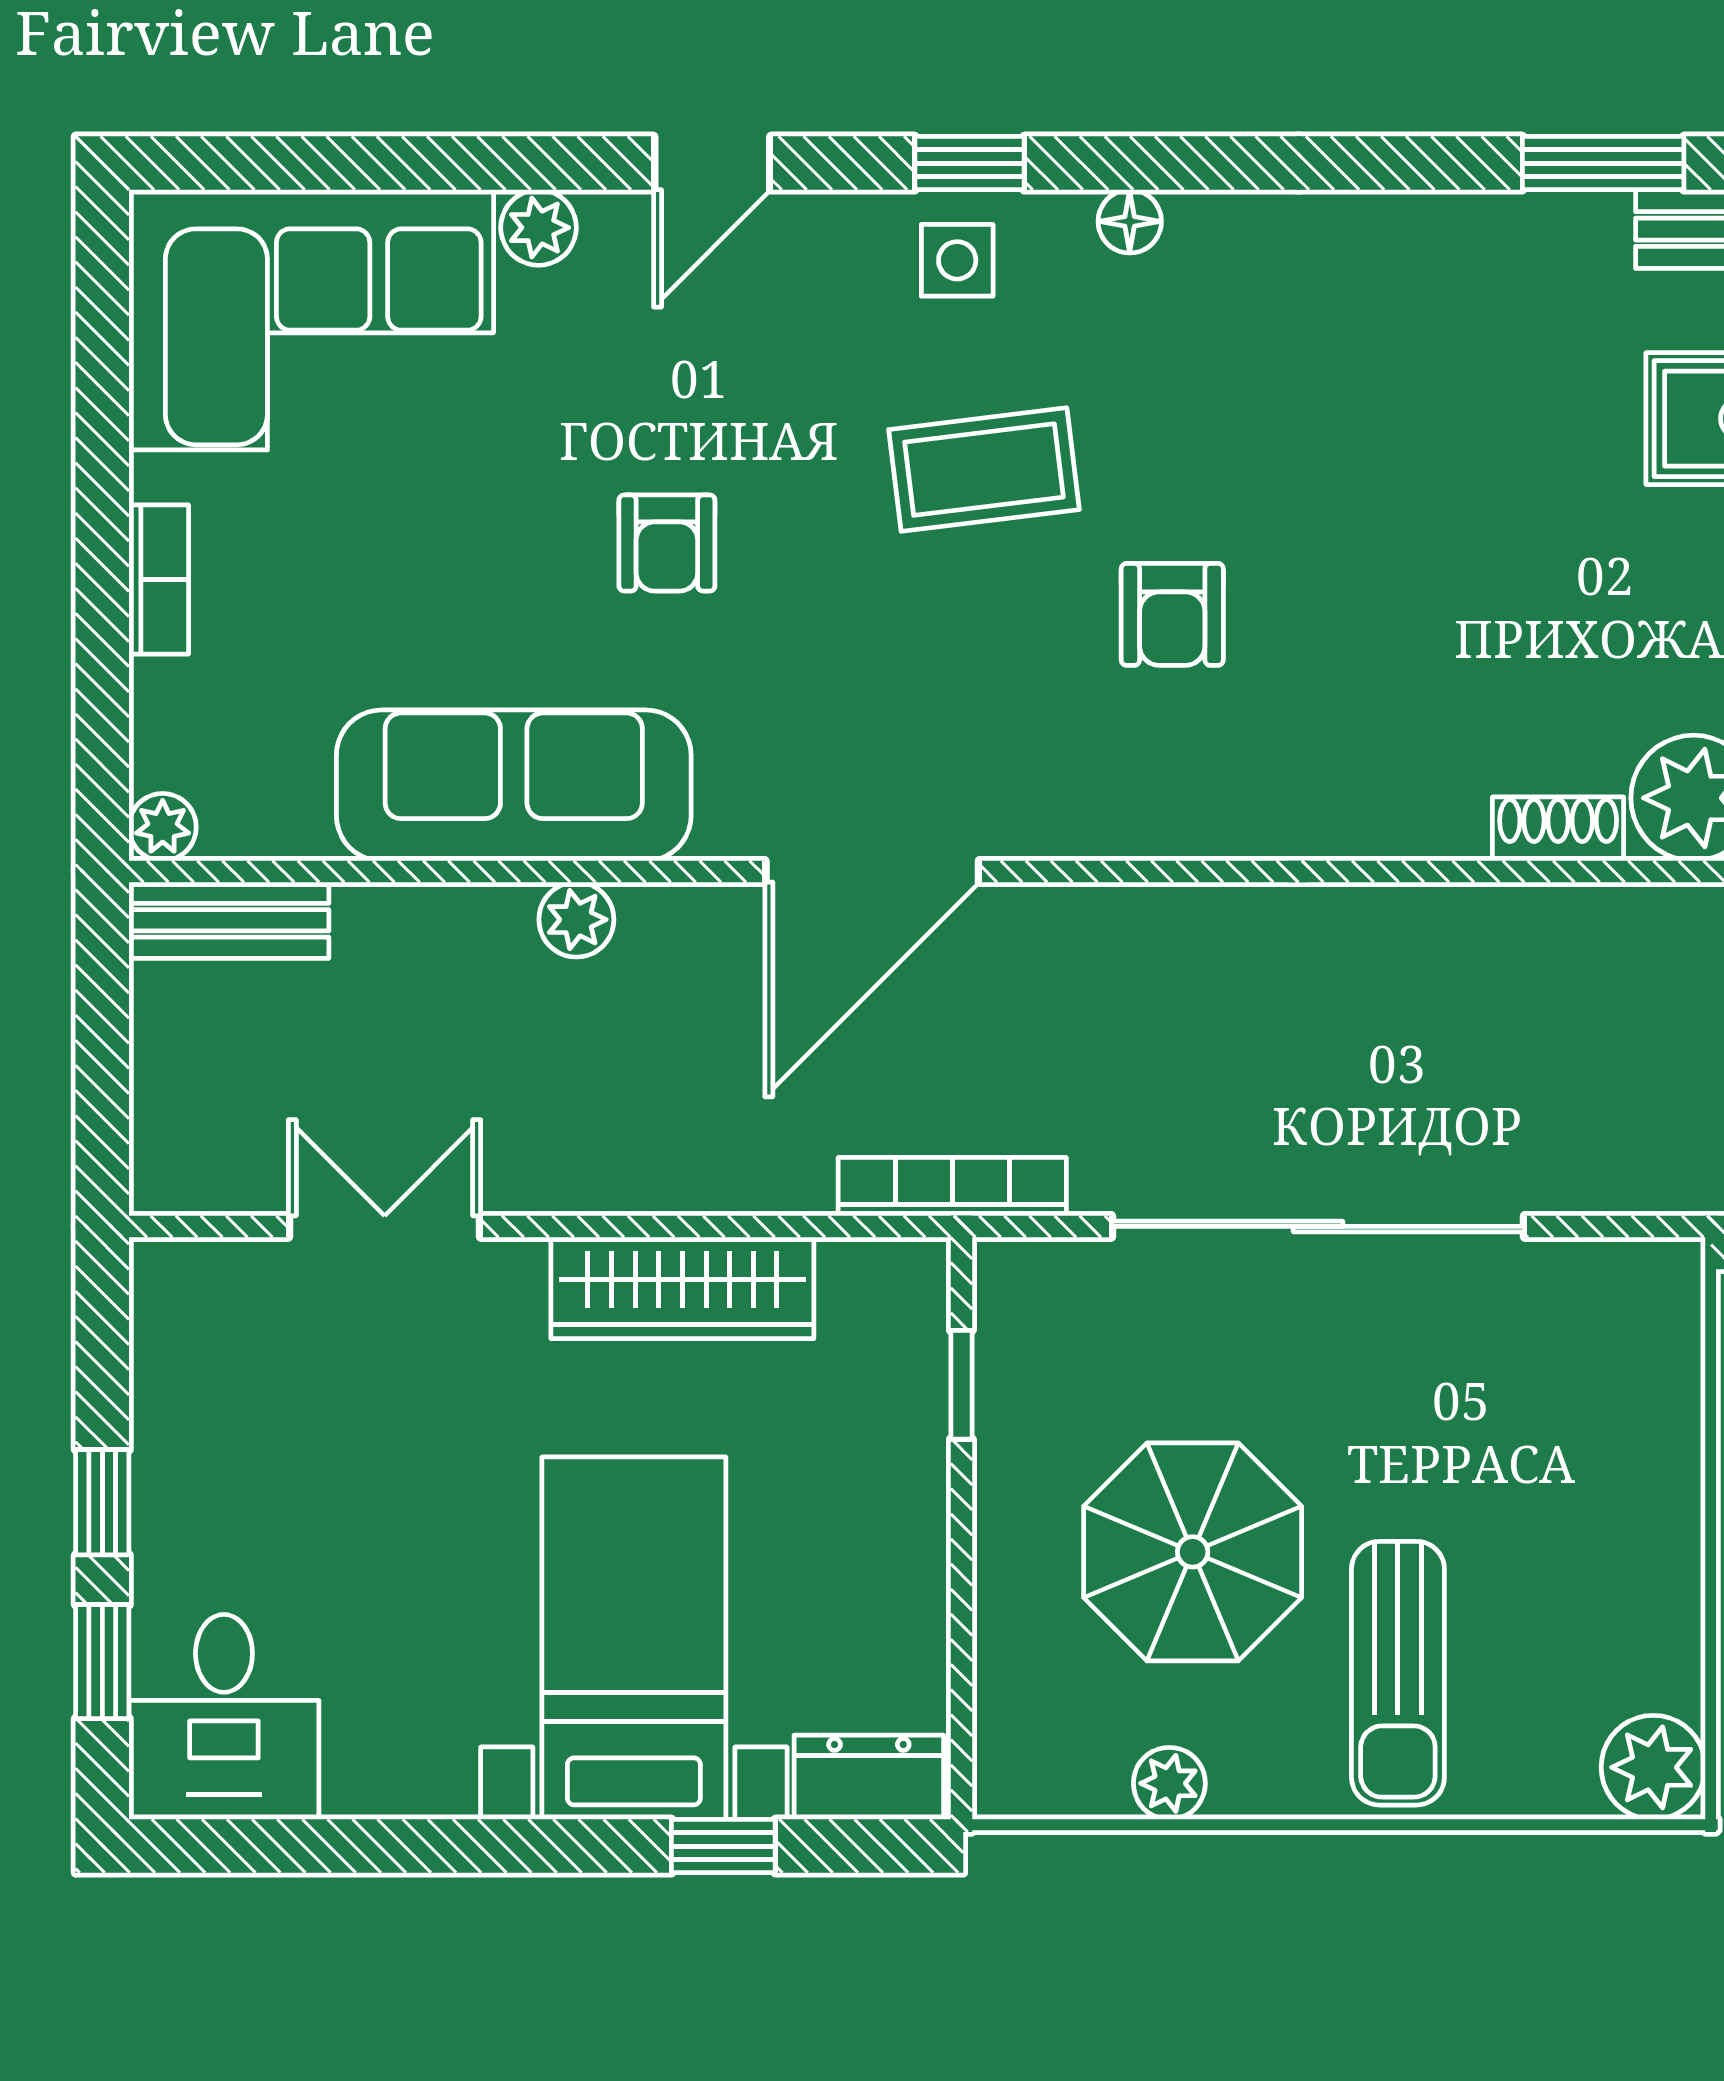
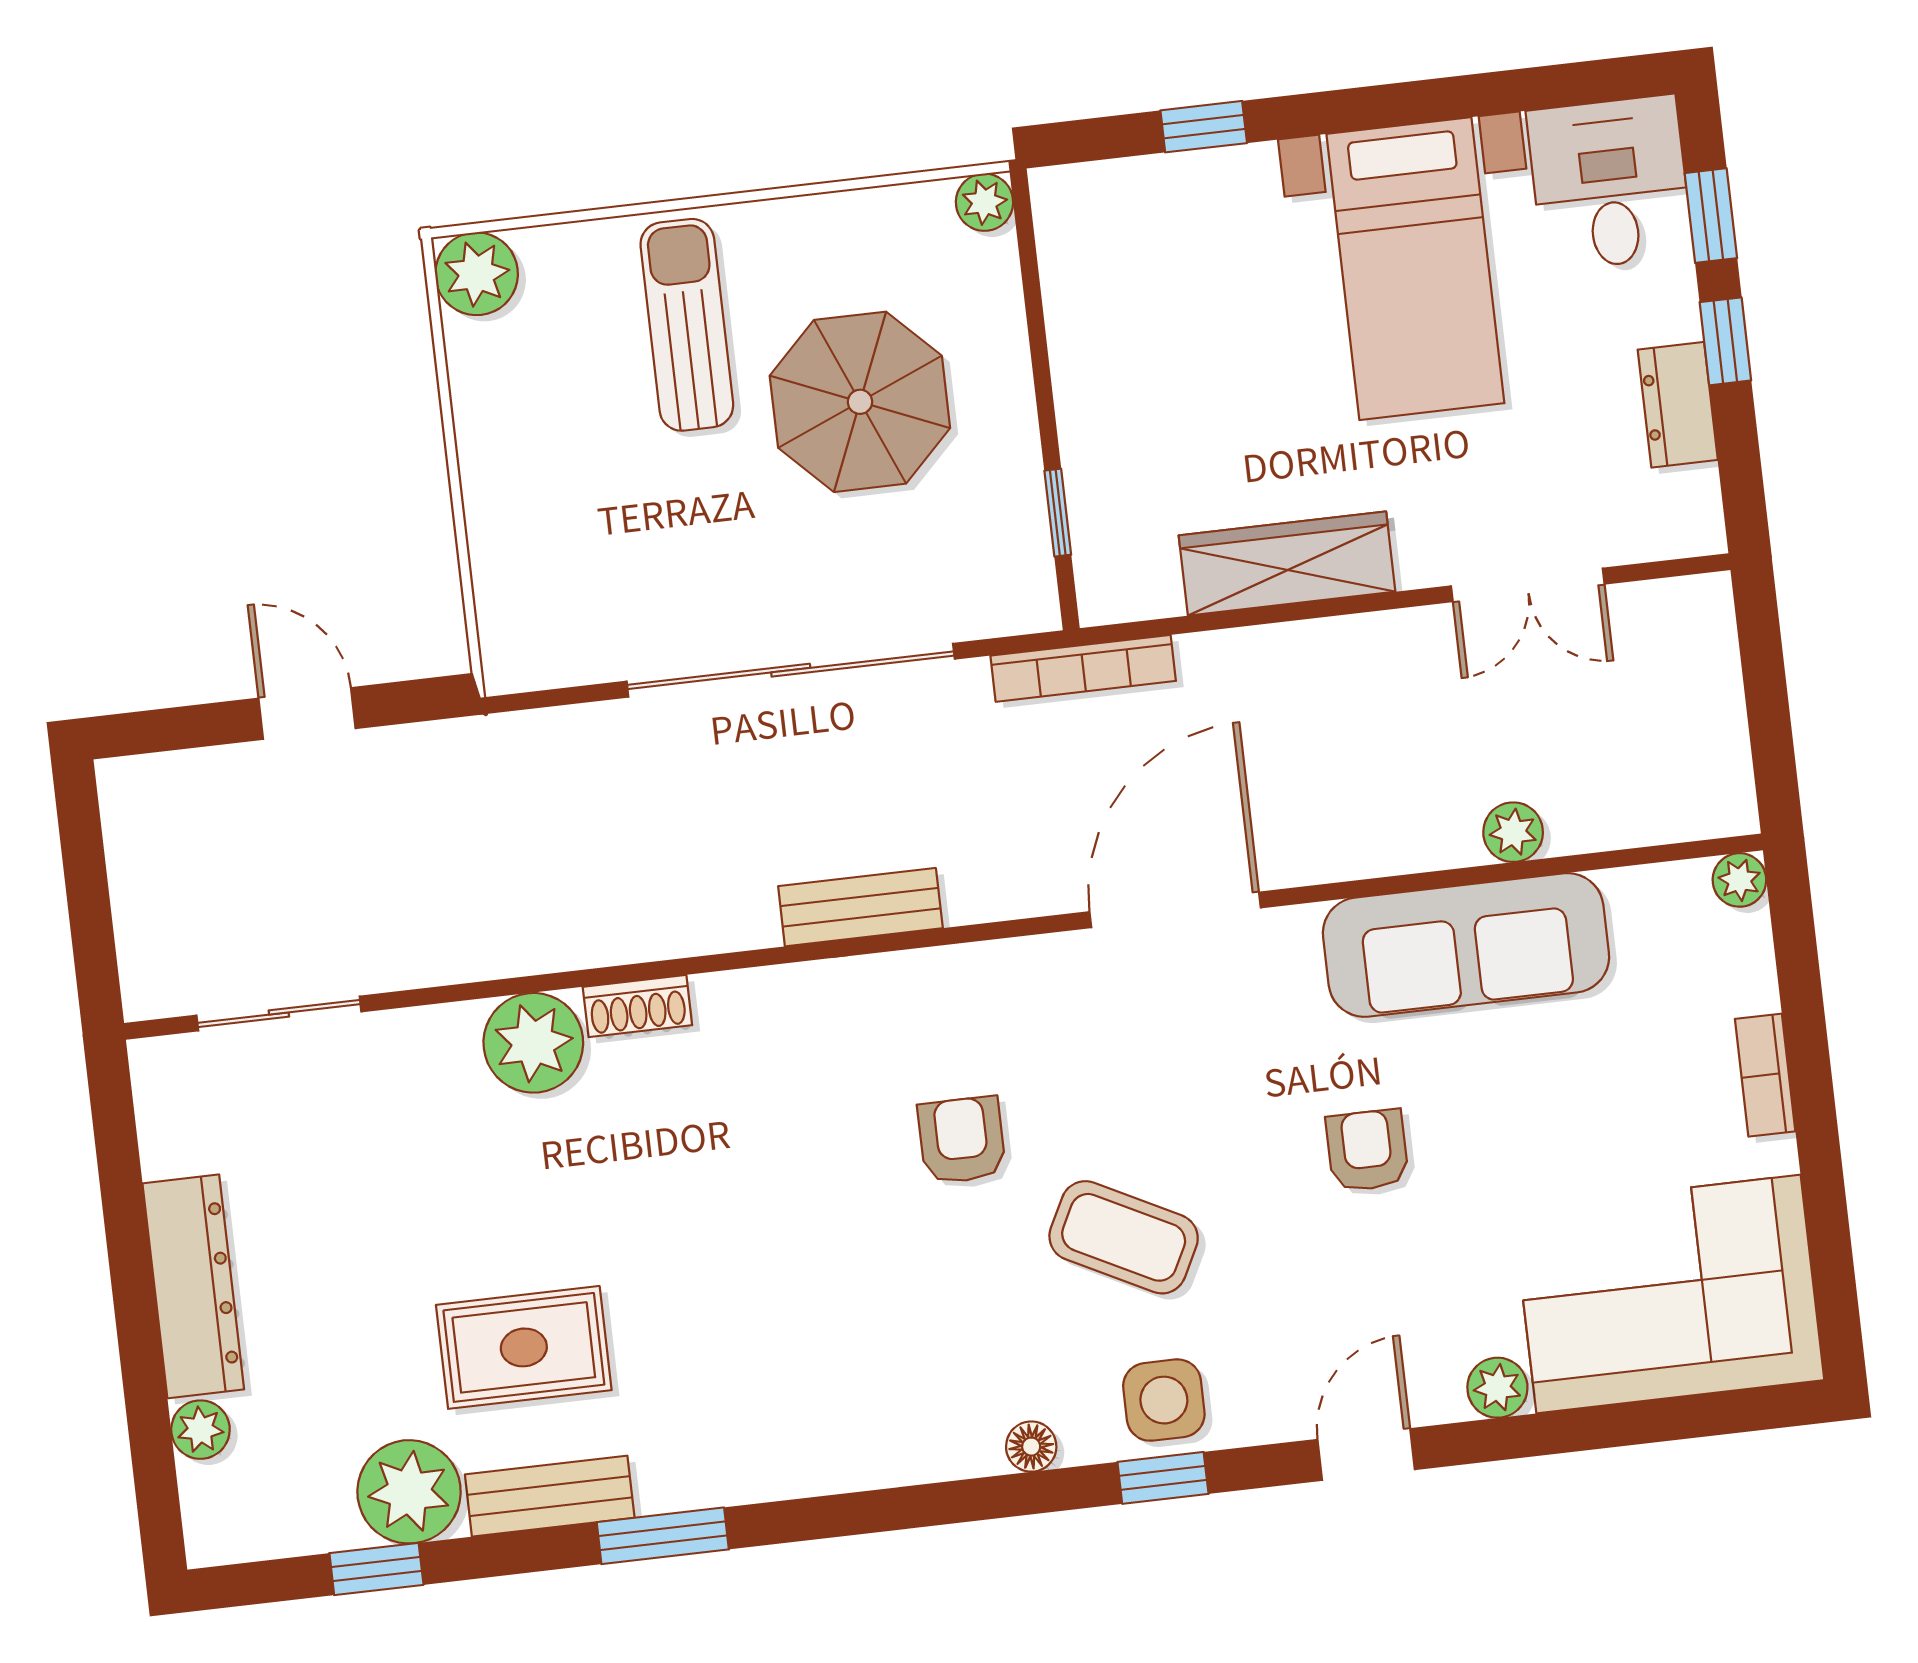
side table: (957, 260) -> (1164, 1400), width x1.37, depth x1.37
coffee table: (984, 470) -> (1124, 1237), turned 34
bench: (229, 920) -> (860, 907), moved
plant: (576, 920) -> (1513, 832), moved
bed with nightstands: (634, 1638) -> (1415, 269), moved
dresser: (869, 1777) -> (1678, 405), moved, turned 90
plant: (1169, 1783) -> (984, 202), moved

